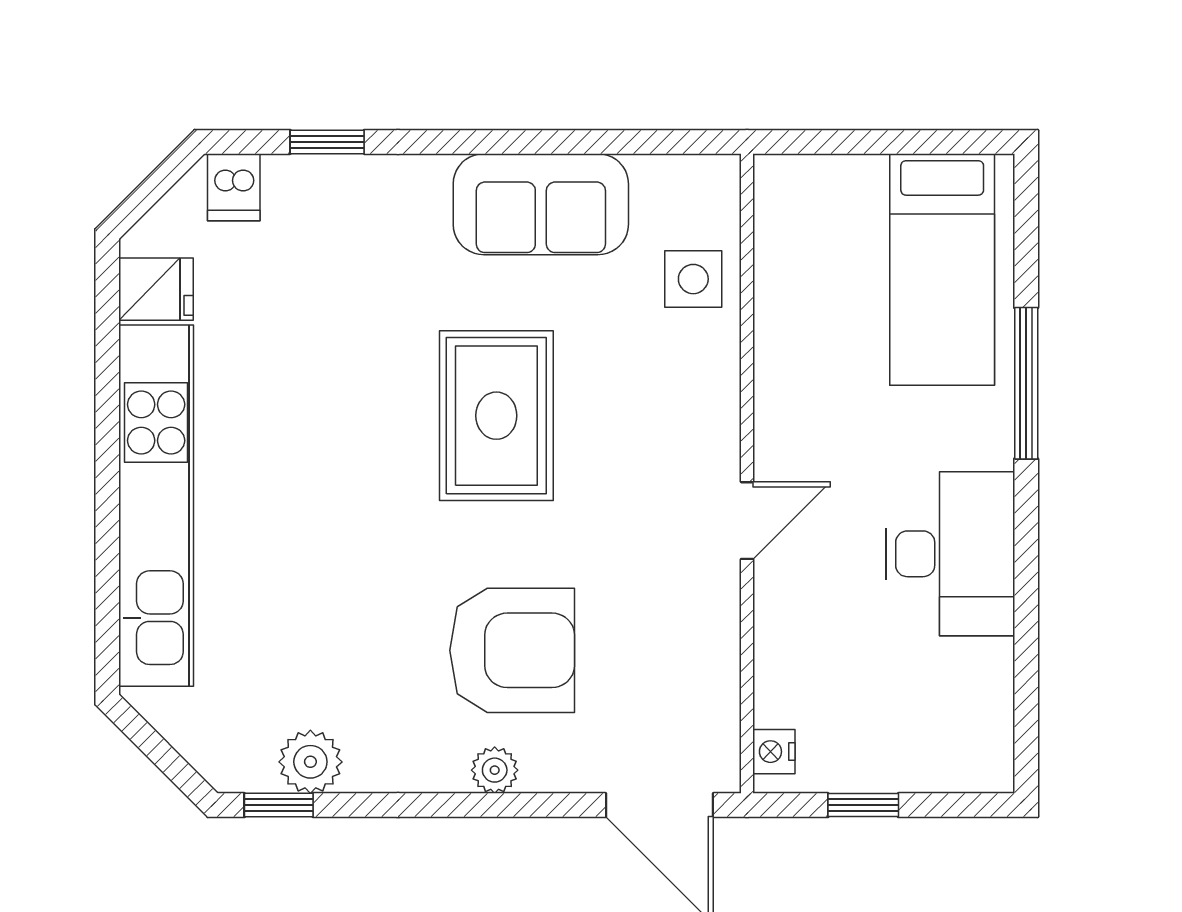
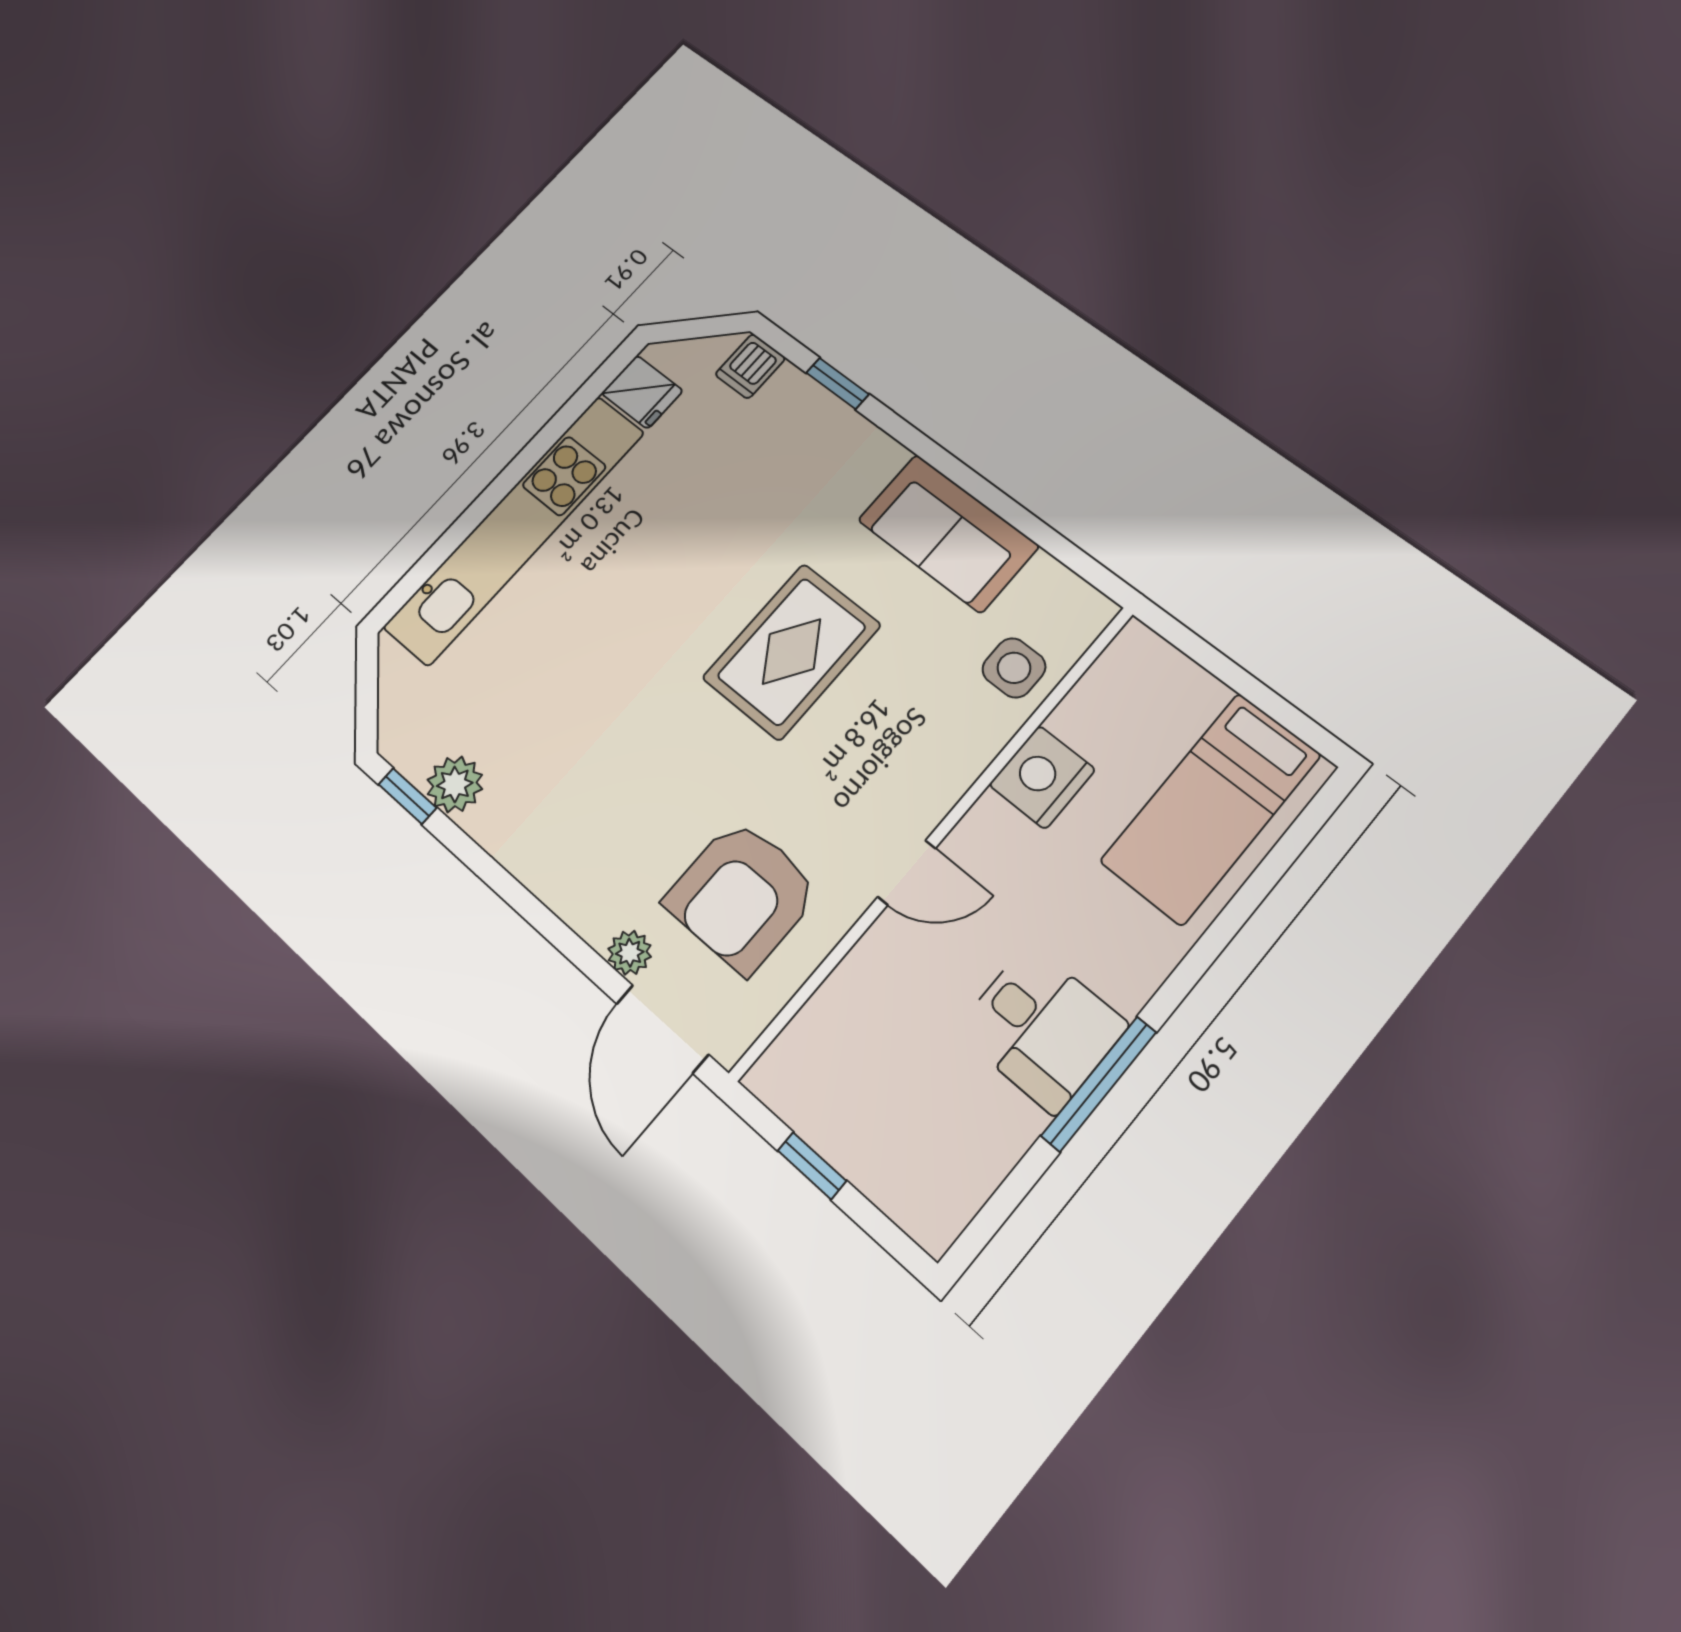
window: (1026, 383) -> (1099, 1084), moved
desk: (950, 554) -> (1041, 1028), width x0.73
armchair: (512, 650) -> (742, 895), moved, turned 90
nightstand: (774, 752) -> (1042, 777), moved, width x1.89, depth x1.79
plant: (495, 770) -> (630, 953), moved

